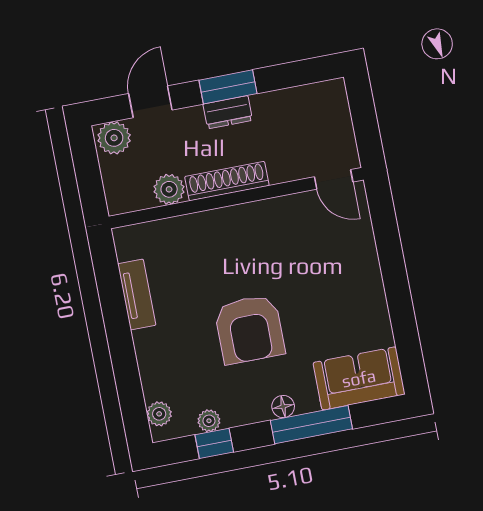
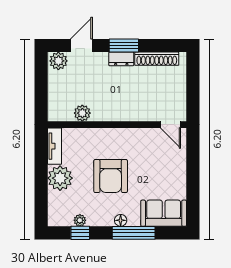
door: (334, 179) -> (170, 125), moved
shoe rack: (227, 181) -> (157, 59), moved, turned 180
plant: (169, 189) -> (82, 113), moved
wall: (236, 198) -> (117, 125), moved
plant: (159, 414) -> (60, 178), moved, width x1.87, depth x1.87

